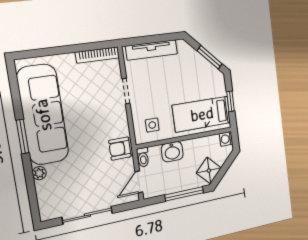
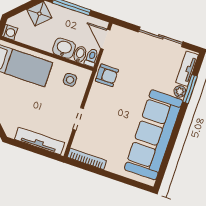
window: (22, 136) -> (190, 89), moved
bidet: (155, 154) -> (80, 54), added
door: (139, 182) -> (105, 39), swing flipped
tv unit: (44, 200) -> (187, 69), added

